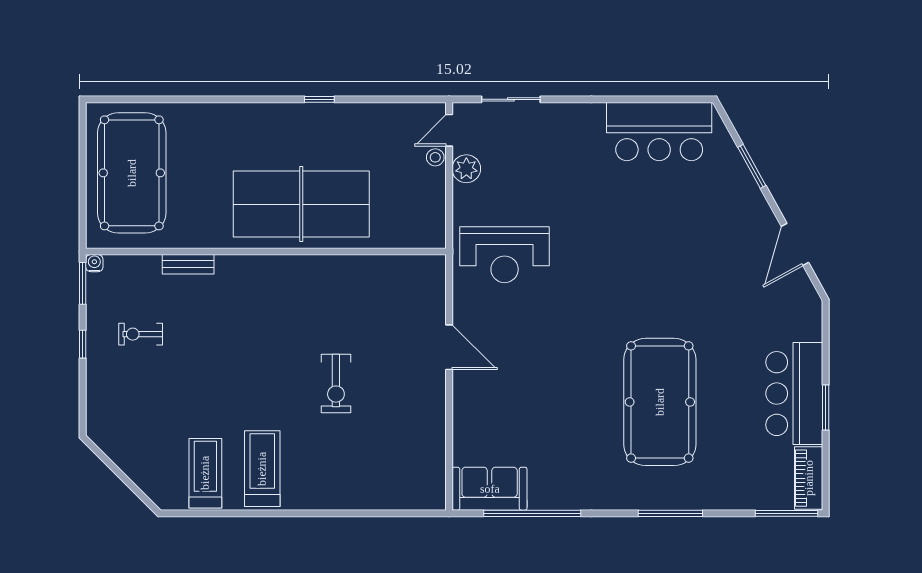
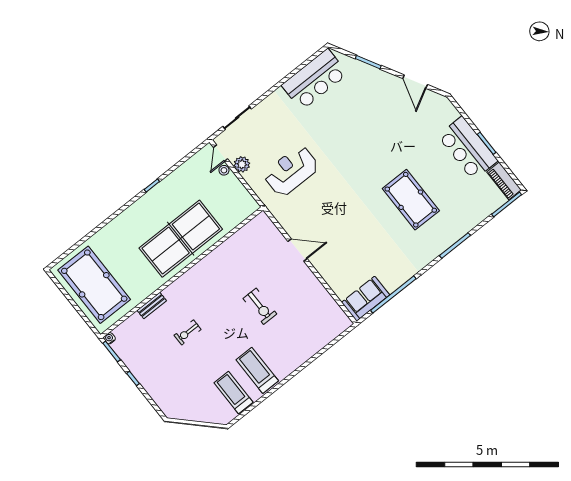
reception desk: (505, 255) -> (291, 171), moved, turned 180
exercise bike: (141, 334) -> (188, 332), moved
pool table: (660, 402) -> (411, 200), width x0.73, depth x0.76

